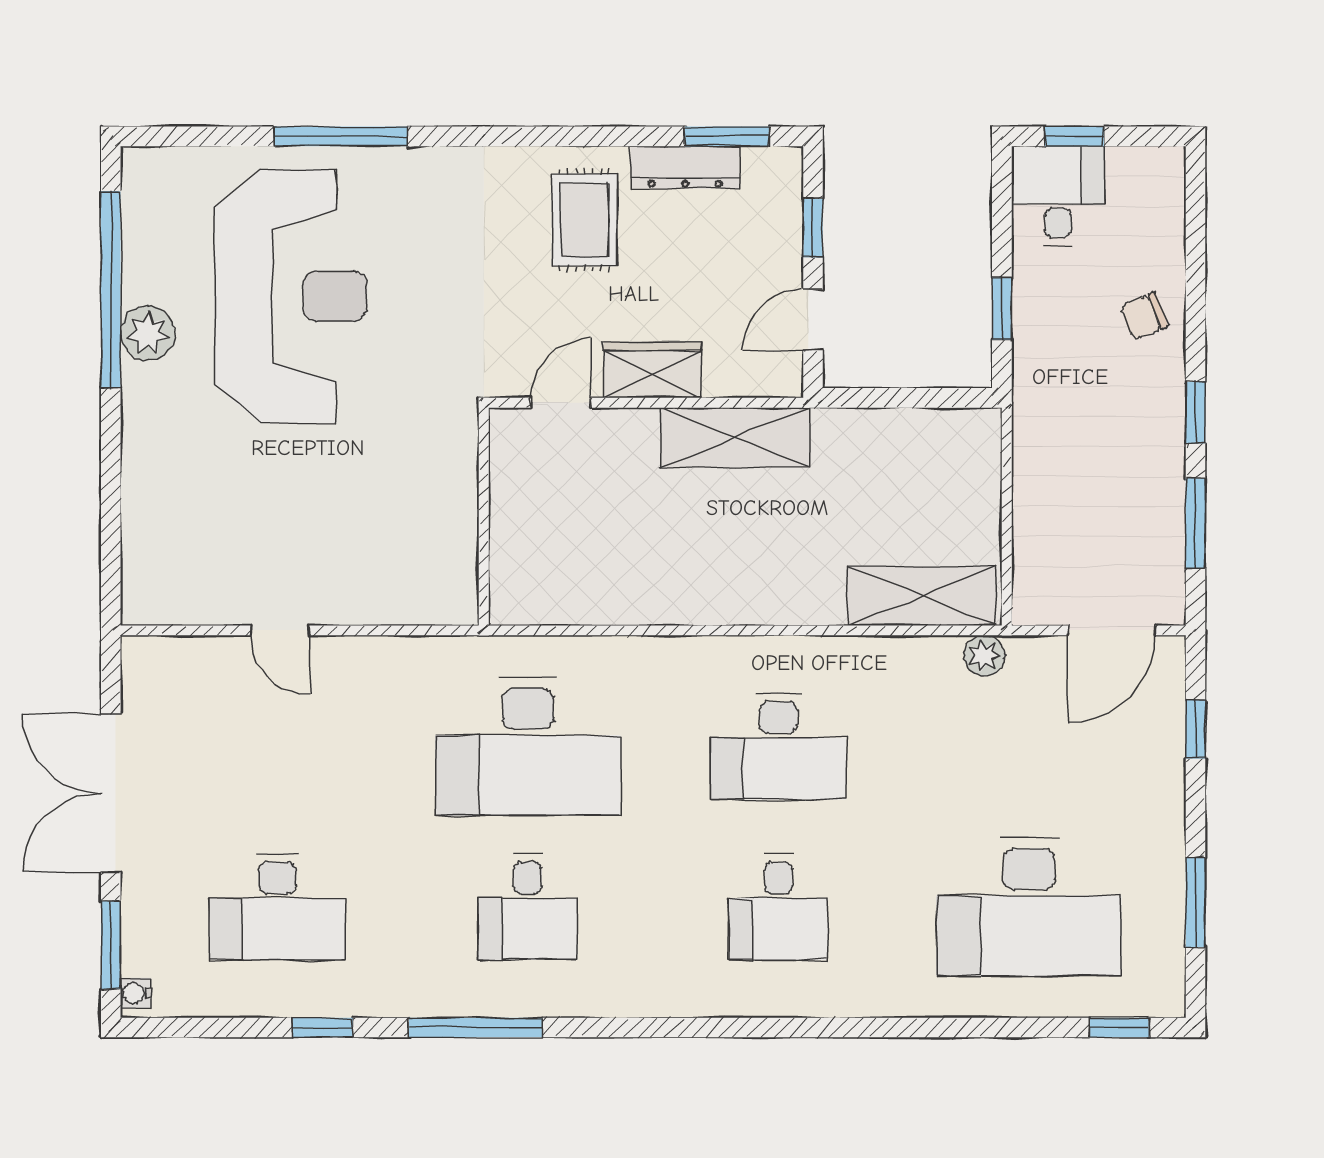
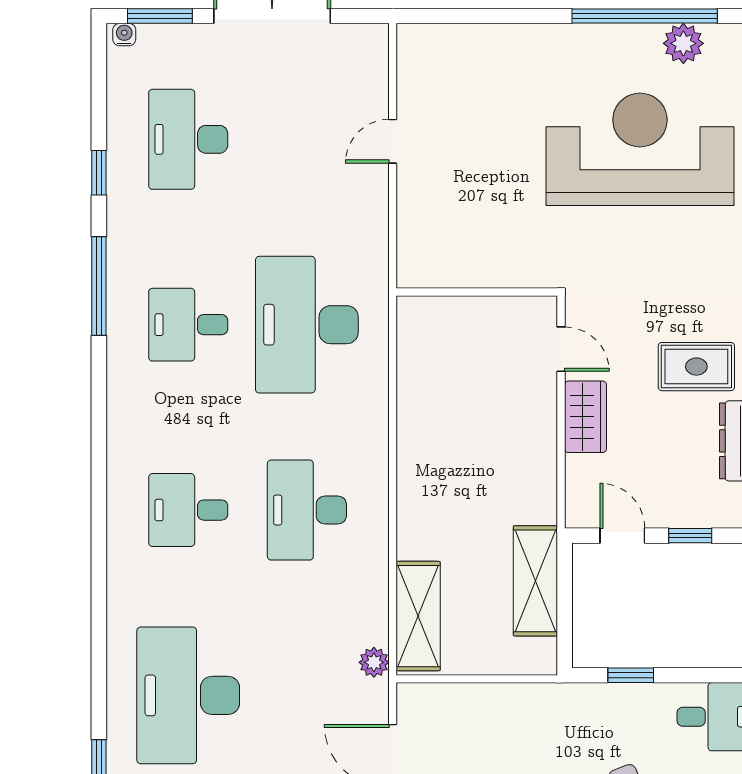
reception desk: (291, 296) -> (640, 149), turned 180
plant: (148, 333) -> (683, 43), moved
shelving: (735, 437) -> (535, 581), moved

